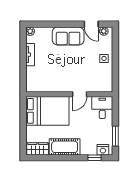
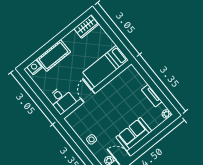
bed: (47, 111) -> (106, 66), width x0.67
window: (115, 136) -> (33, 86), removed
cot: (65, 147) -> (54, 56), moved
window: (95, 158) -> (36, 56), removed

